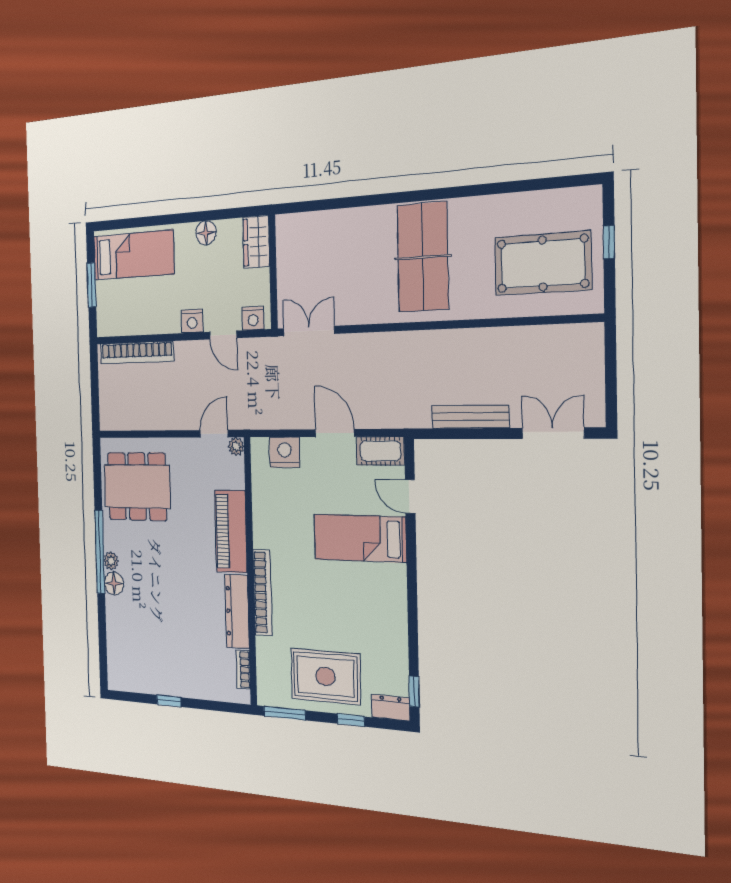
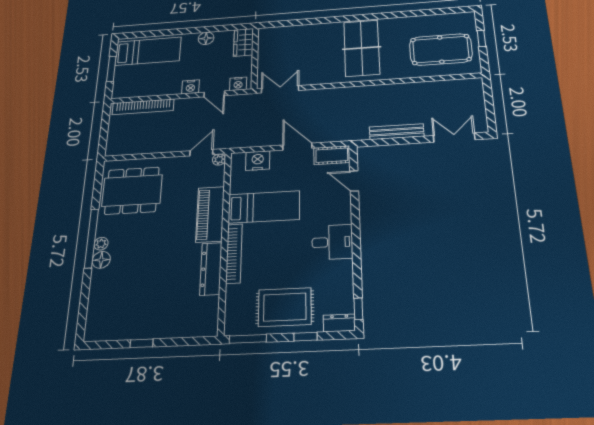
bed: (360, 538) -> (264, 207), moved, turned 180
desk: (382, 590) -> (332, 242), added
bookcase: (243, 669) -> (213, 311), removed

